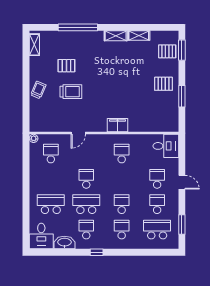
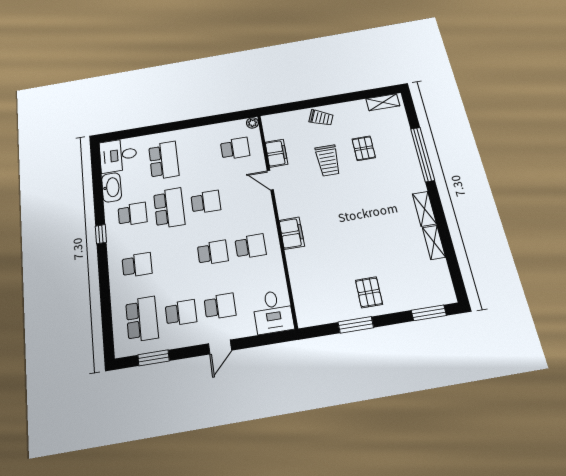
pallet: (167, 51) -> (421, 290), removed
filing cabinet: (59, 126) -> (276, 153), added
school desk: (122, 204) -> (213, 253), moved

